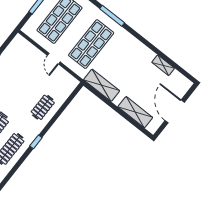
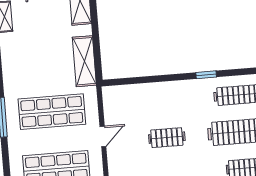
clothes rail: (43, 107) -> (167, 138), moved

